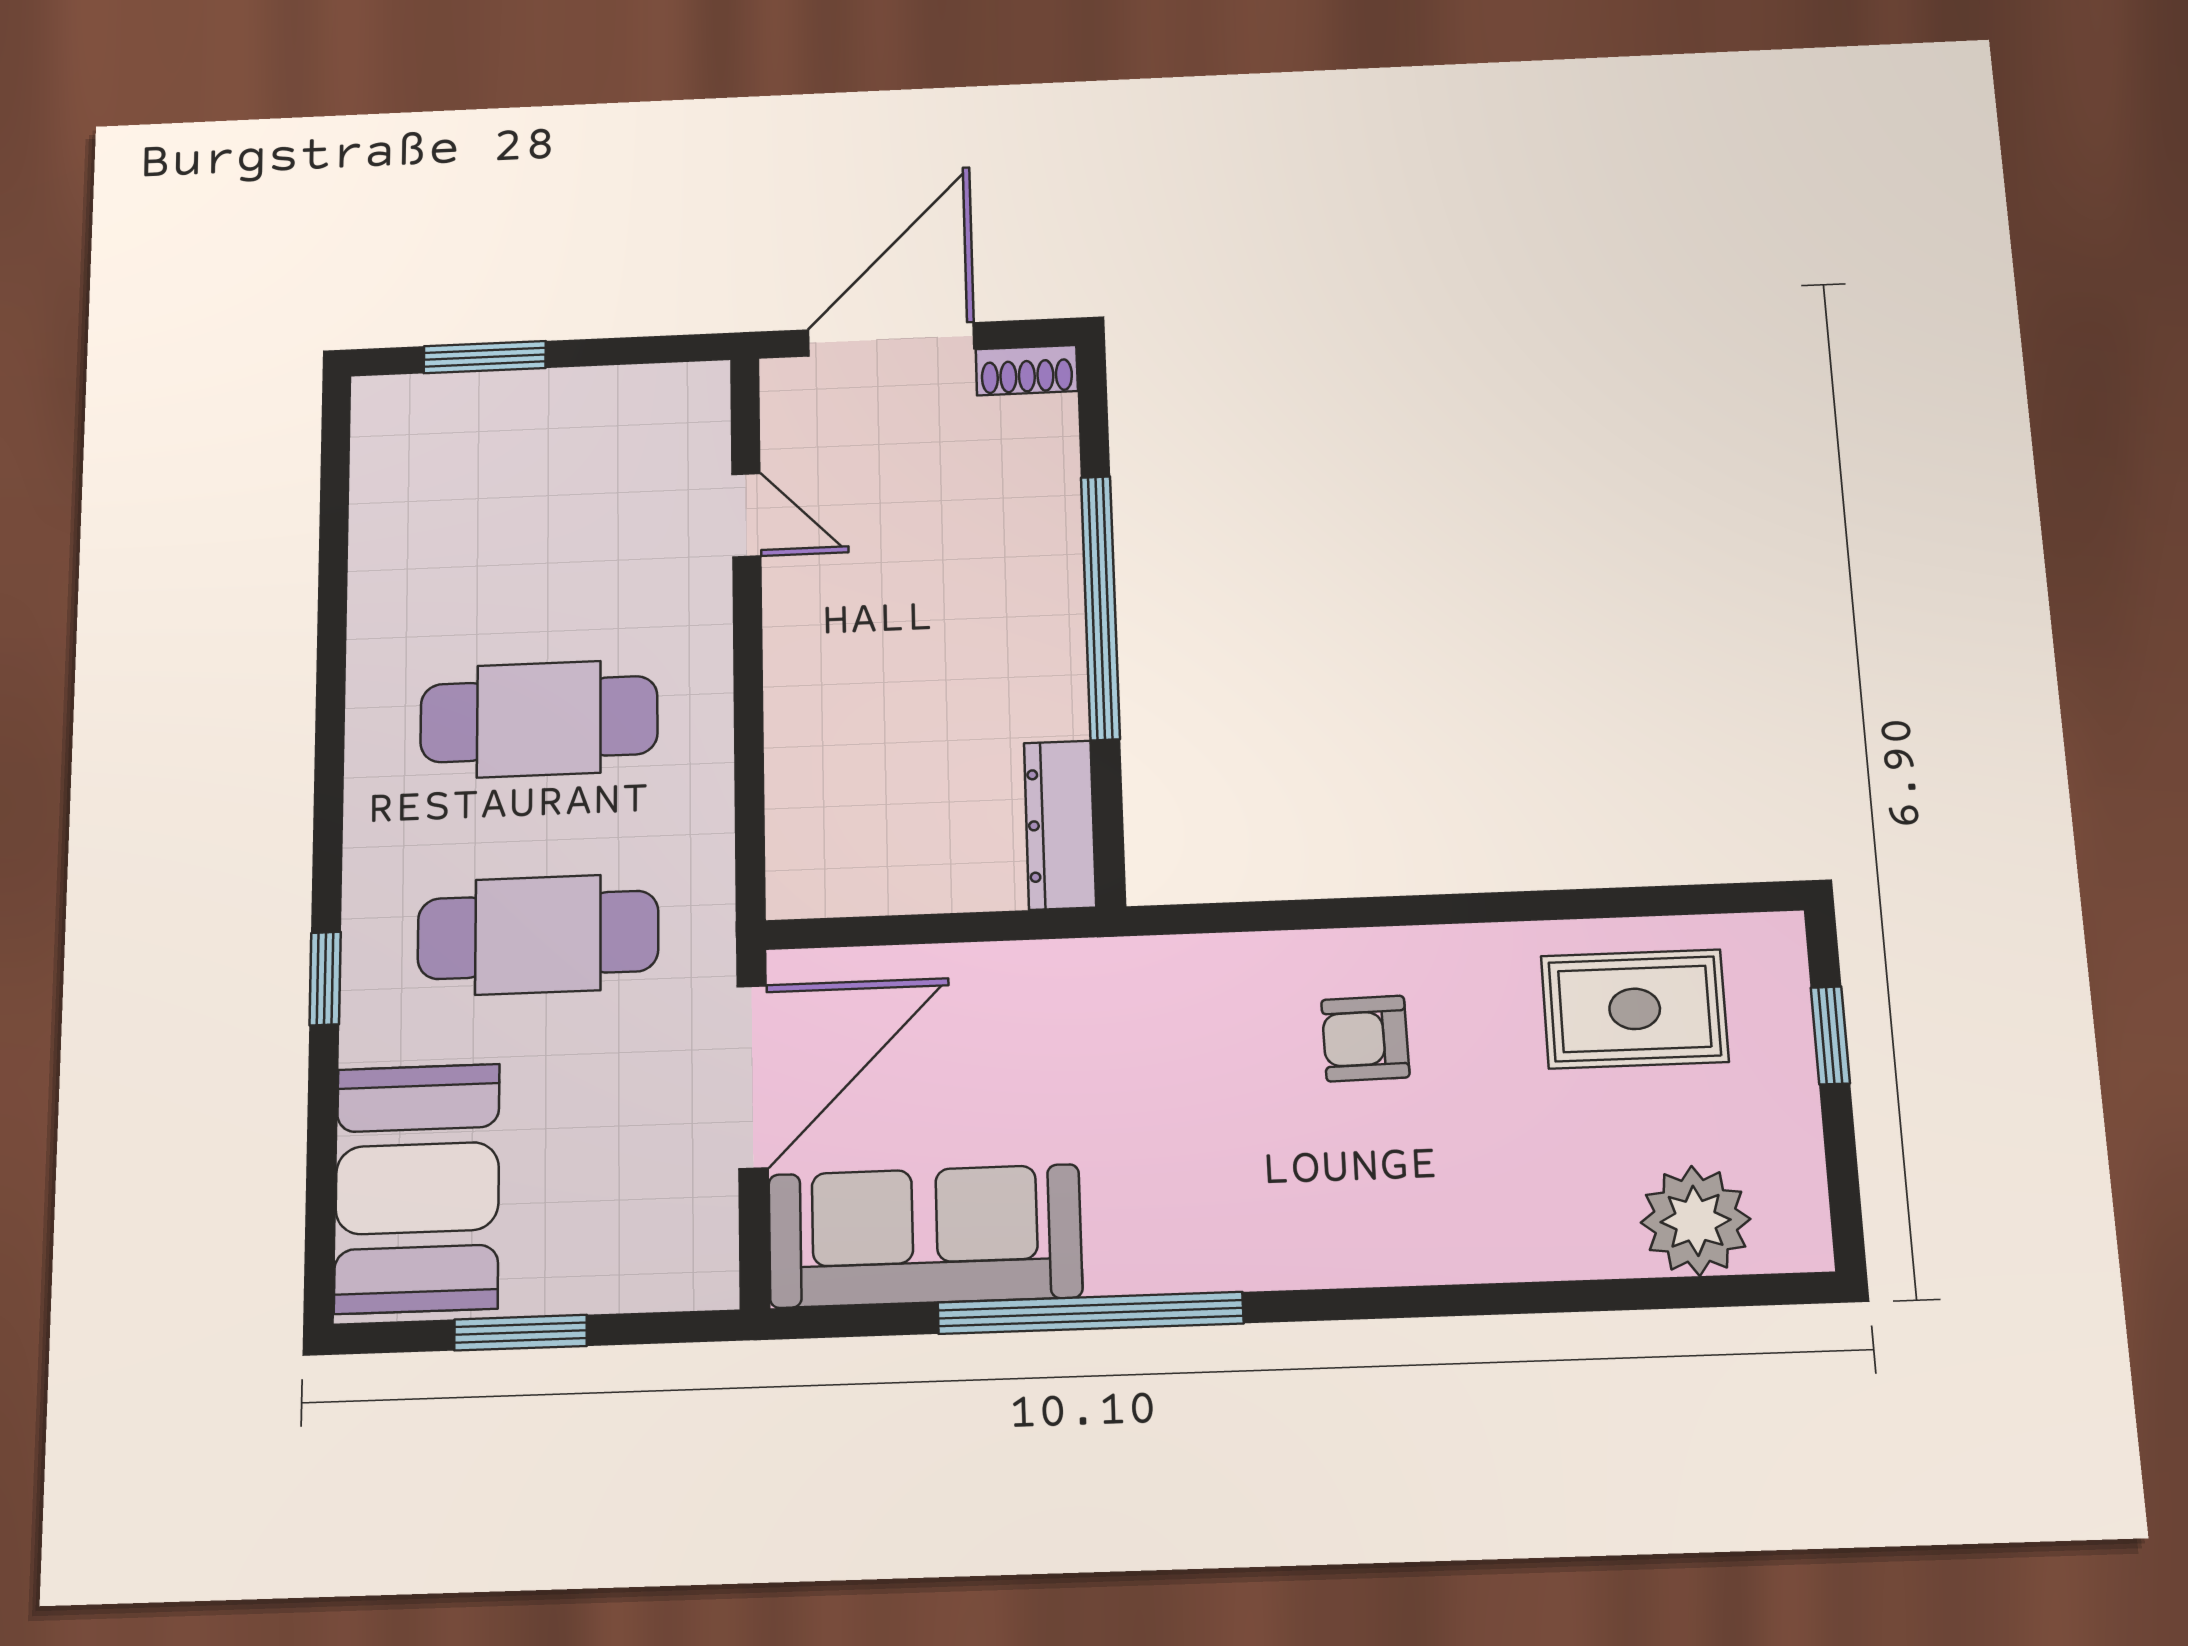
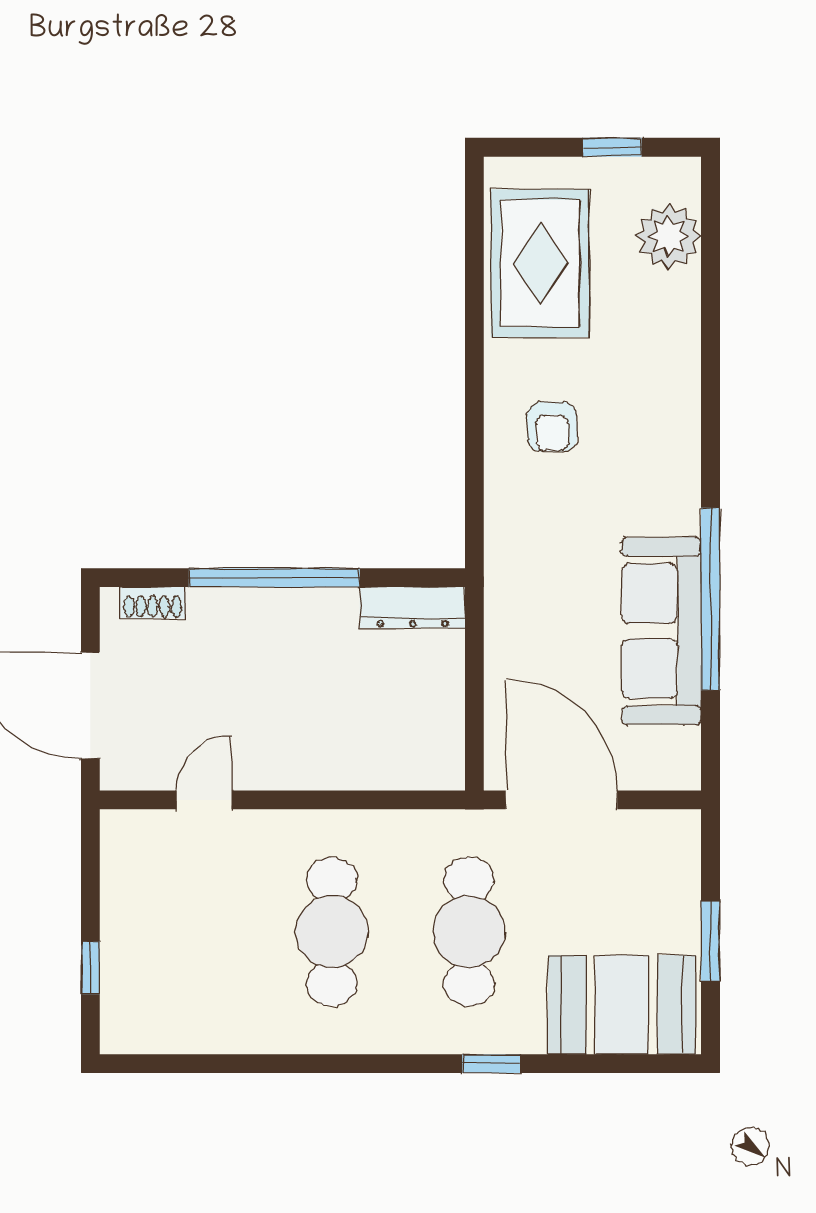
window: (485, 357) -> (90, 968), width x0.67
shoe rack: (1027, 370) -> (153, 603), moved, turned 90
rug: (1635, 1009) -> (540, 263), width x1.36, depth x1.43
window: (1830, 1035) -> (612, 147), moved
sofa: (925, 1236) -> (661, 631), moved

